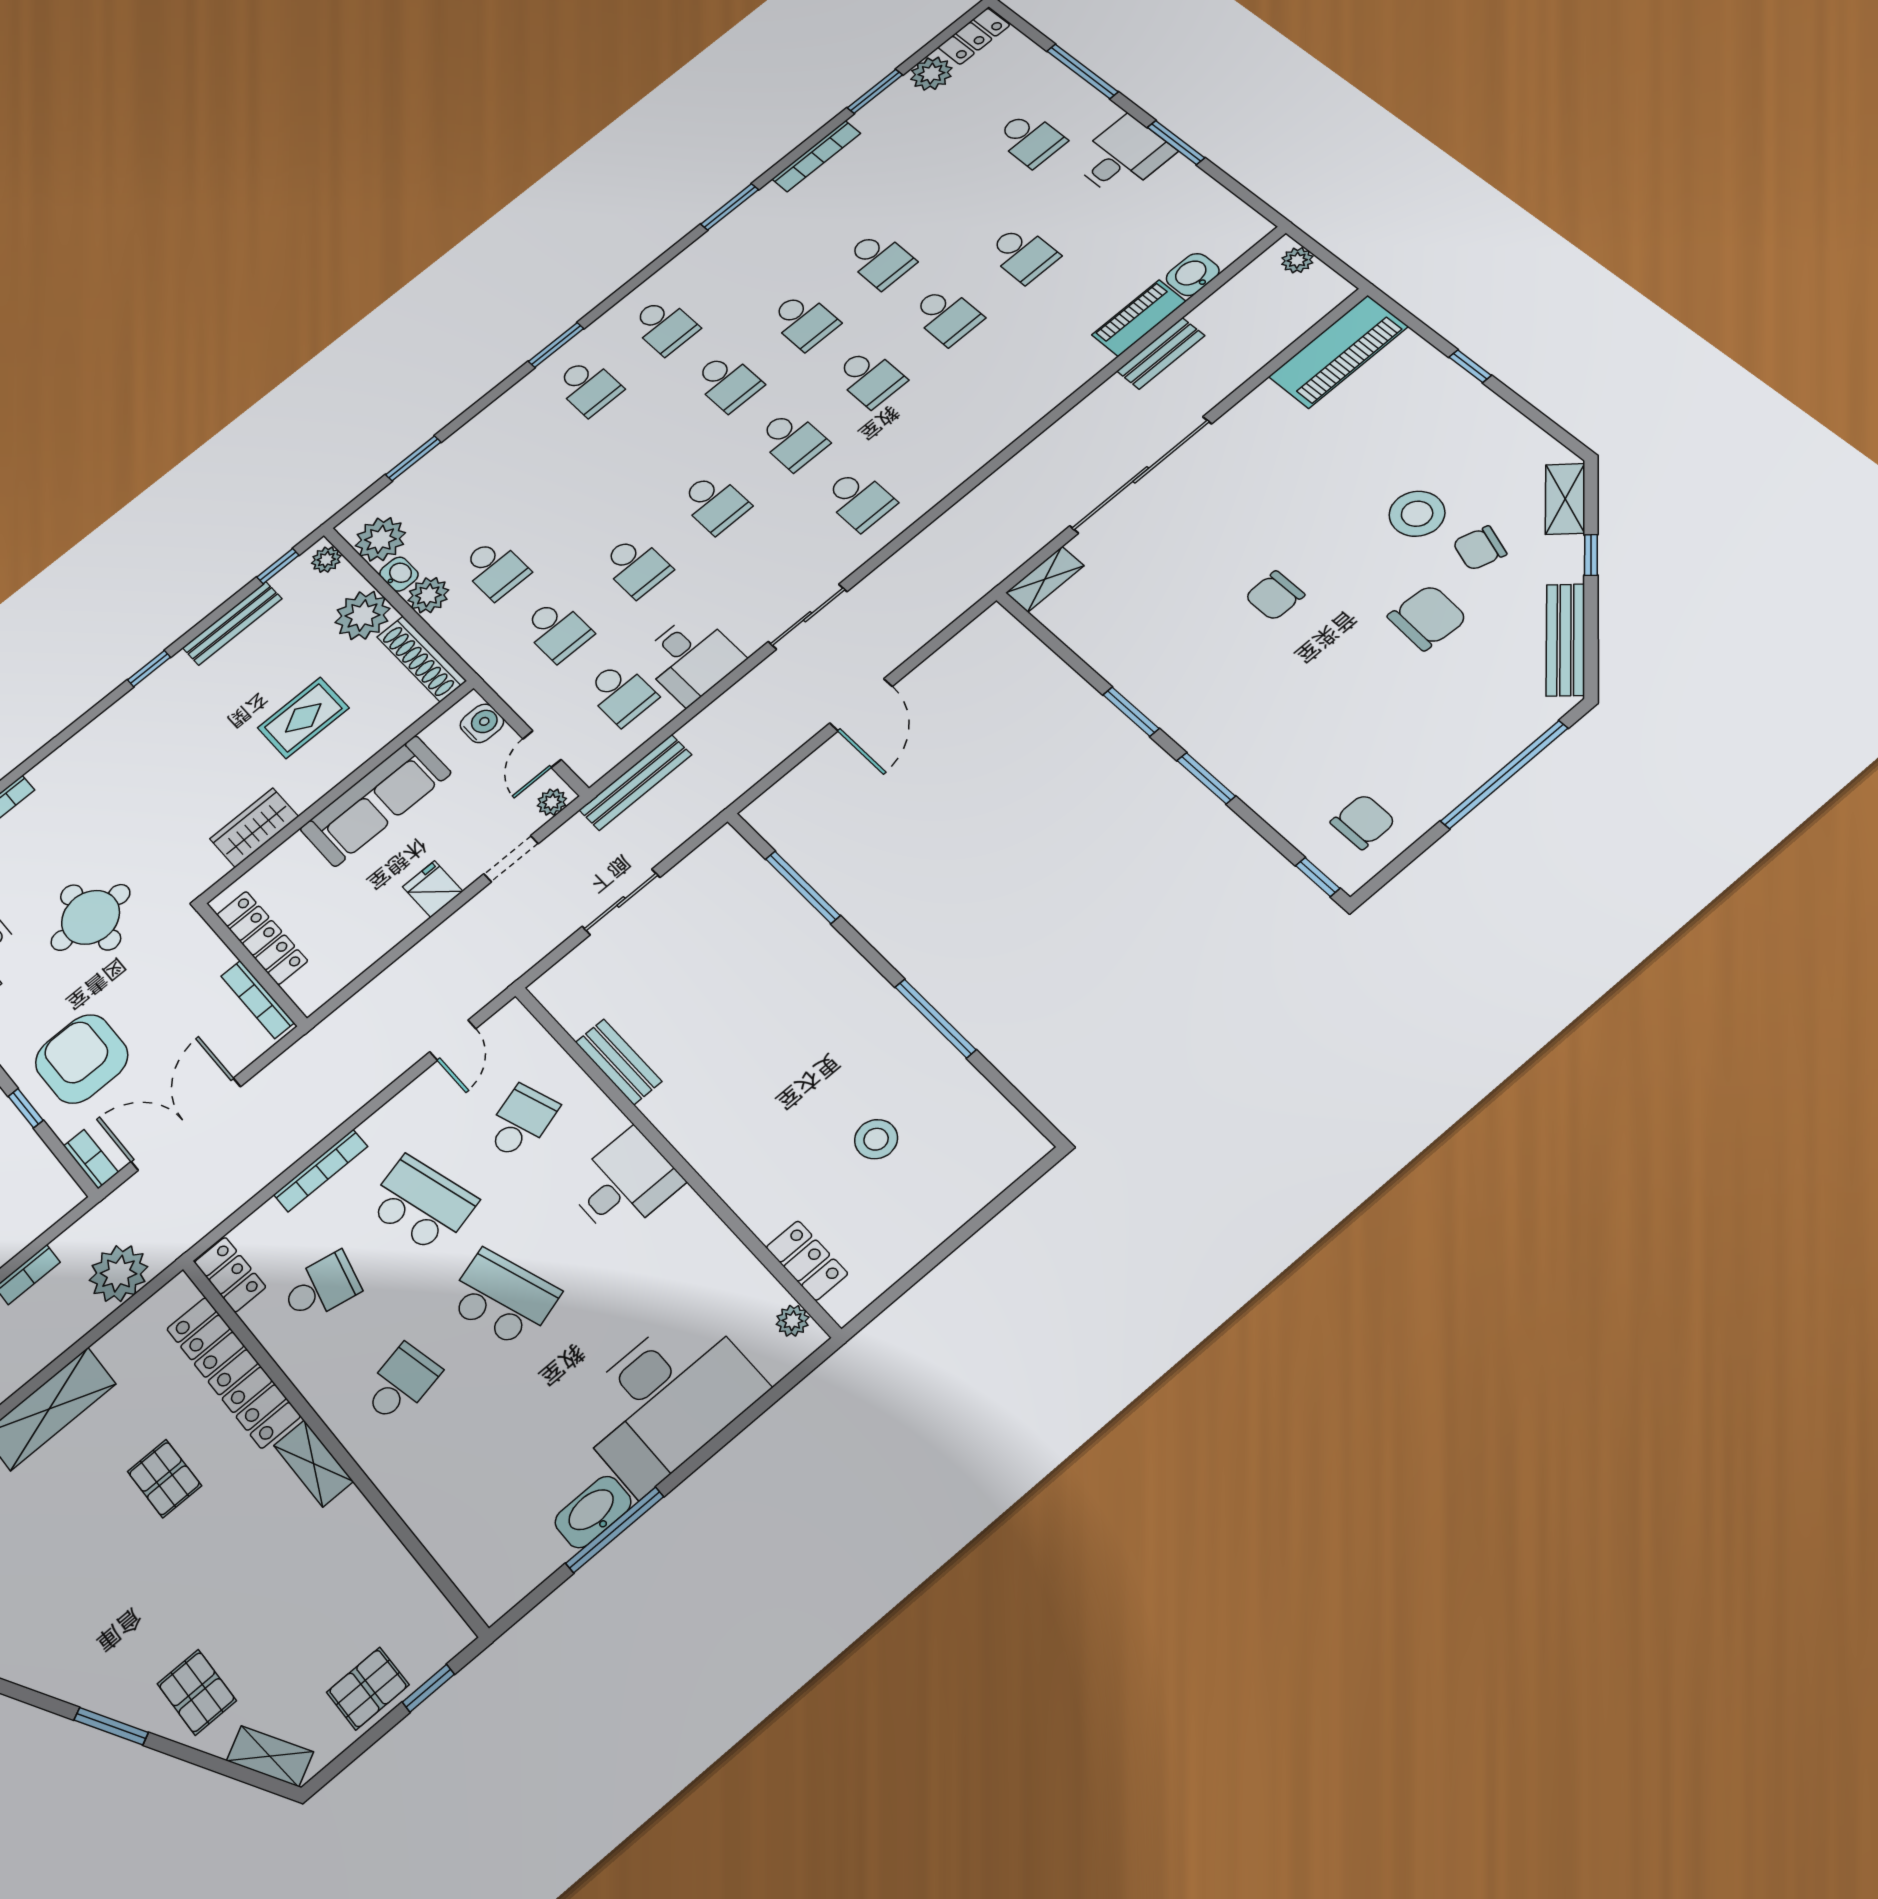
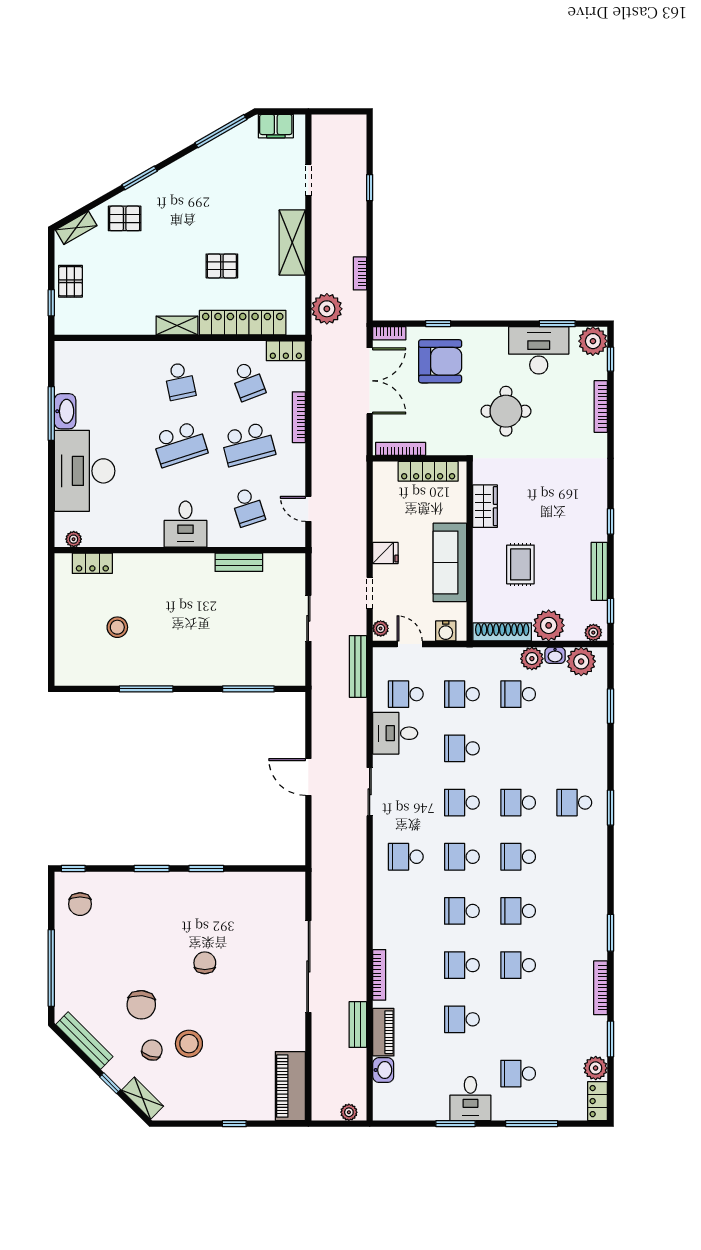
school desk: (664, 326) -> (518, 803), moved
bookcase: (1062, 389) -> (379, 975), added
shelving: (1045, 579) -> (297, 891), removed
school desk: (321, 1287) -> (248, 381), turned -33

